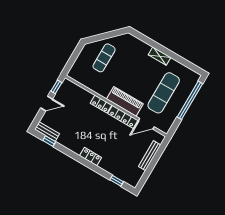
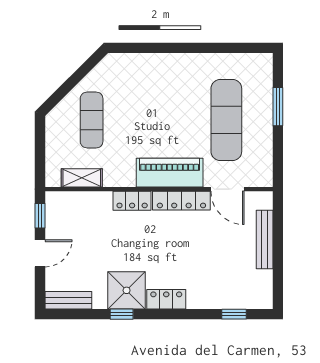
shelving: (160, 56) -> (82, 178), moved
window: (190, 100) -> (278, 107), width x0.47
door: (146, 124) -> (227, 189), hinge flipped
window: (49, 141) -> (122, 314), moved
shower: (75, 142) -> (127, 290), added

